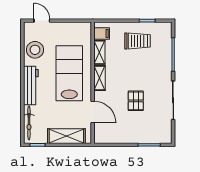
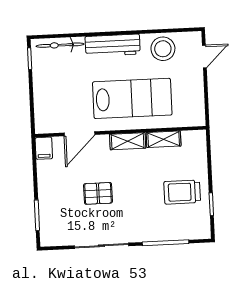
filing cabinet: (102, 33) -> (44, 148), moved
trolley: (138, 41) -> (182, 192), turned 90
shelving: (66, 136) -> (44, 98), removed

